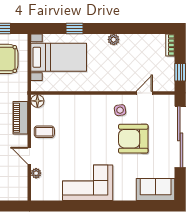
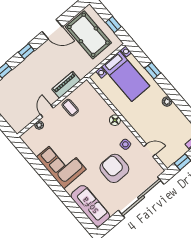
floor lamp: (37, 101) -> (115, 120), moved
sofa: (156, 189) -> (90, 206), width x1.36

